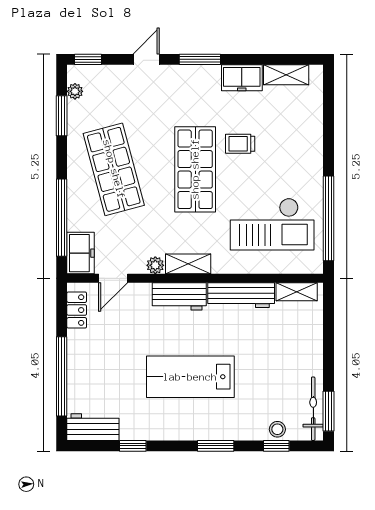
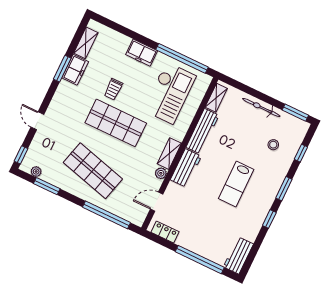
window: (200, 59) -> (62, 69), moved
shop shelf: (114, 169) -> (93, 171), turned 30
freezer: (81, 253) -> (142, 53), moved, turned 180
door: (113, 278) -> (157, 202), swing flipped
lab bench: (190, 377) -> (236, 184), width x0.73, depth x0.72
bicycle: (313, 409) -> (261, 107), moved
stool: (277, 429) -> (273, 145), moved
window: (133, 446) -> (269, 219), moved

